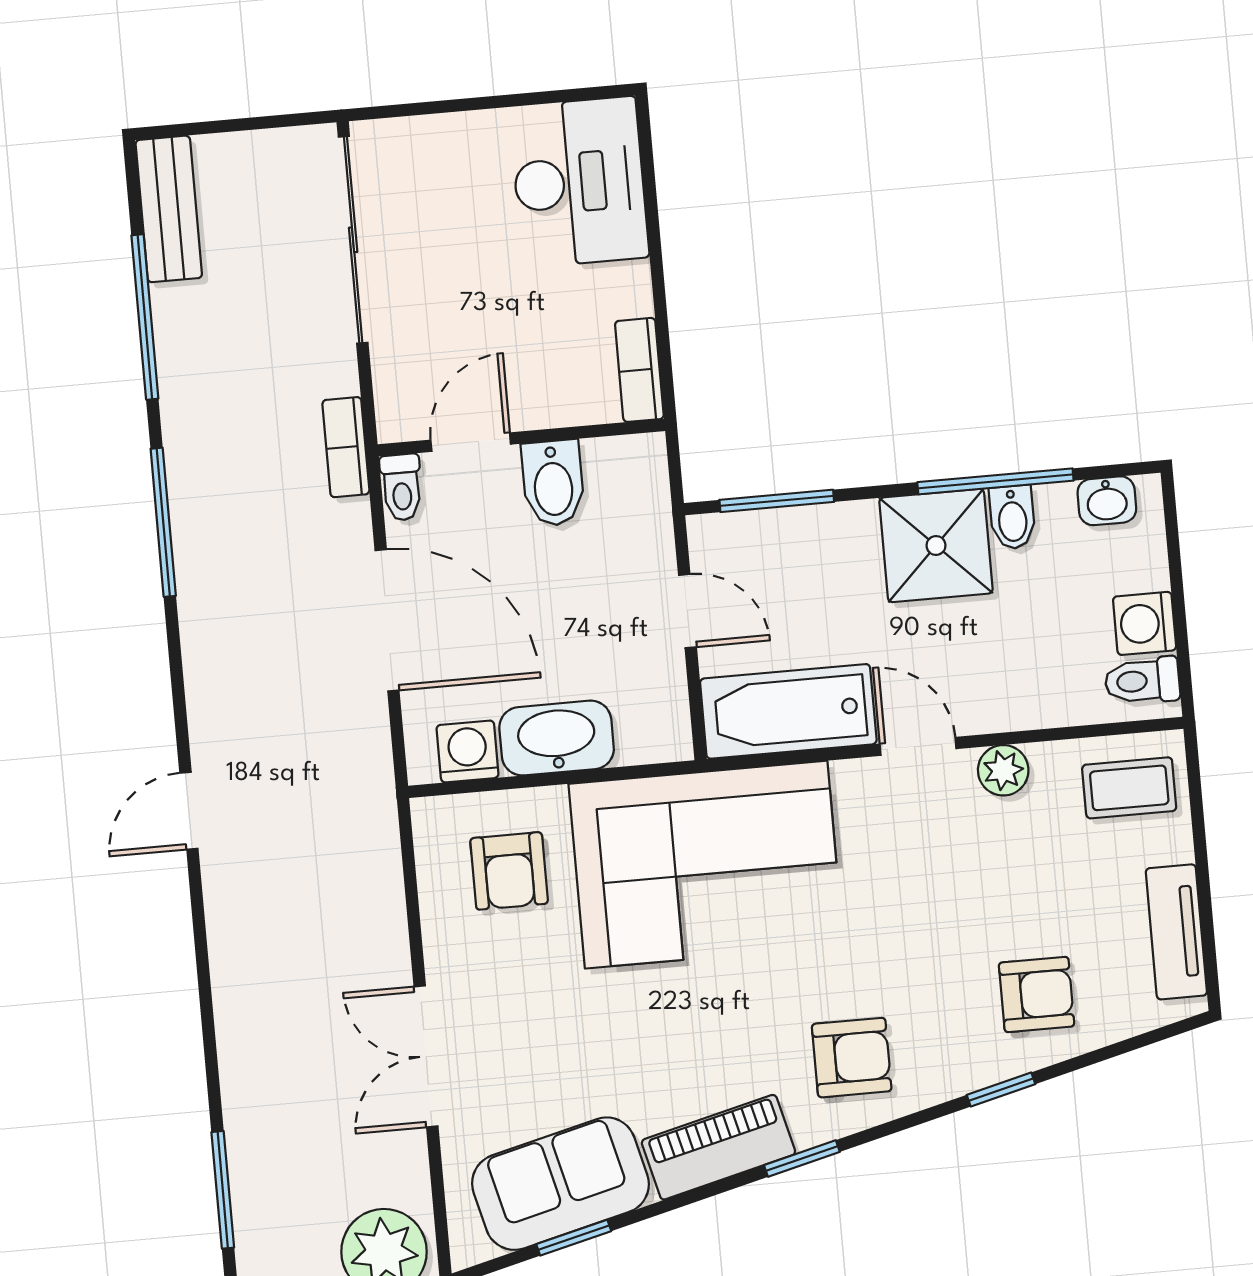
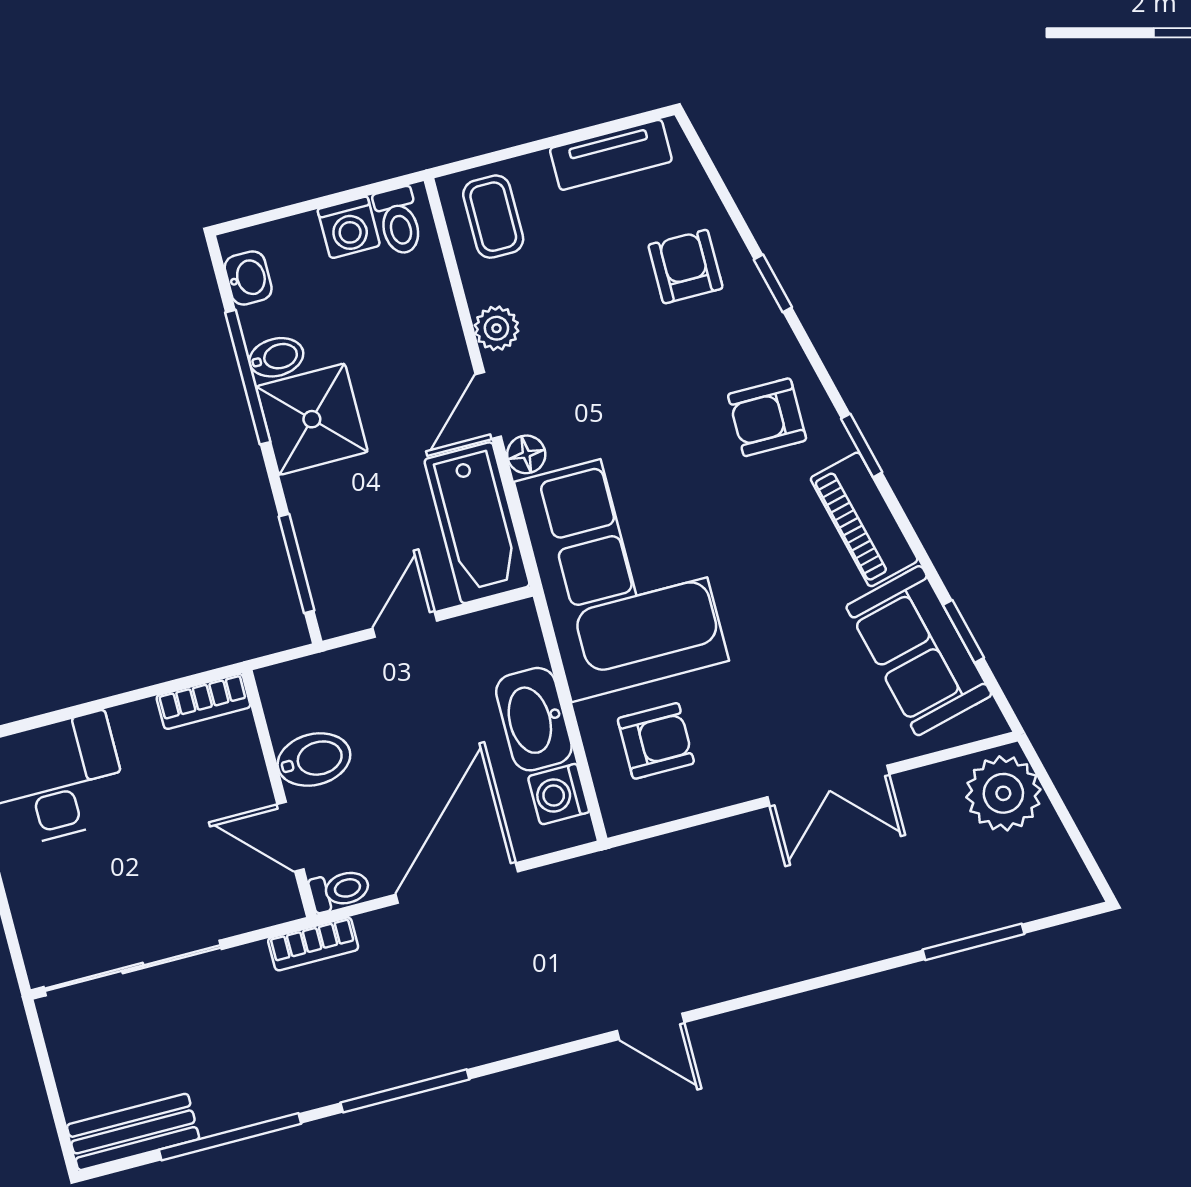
floor lamp: (856, 780) -> (526, 454), added
armchair: (852, 1058) -> (767, 417), turned -90

